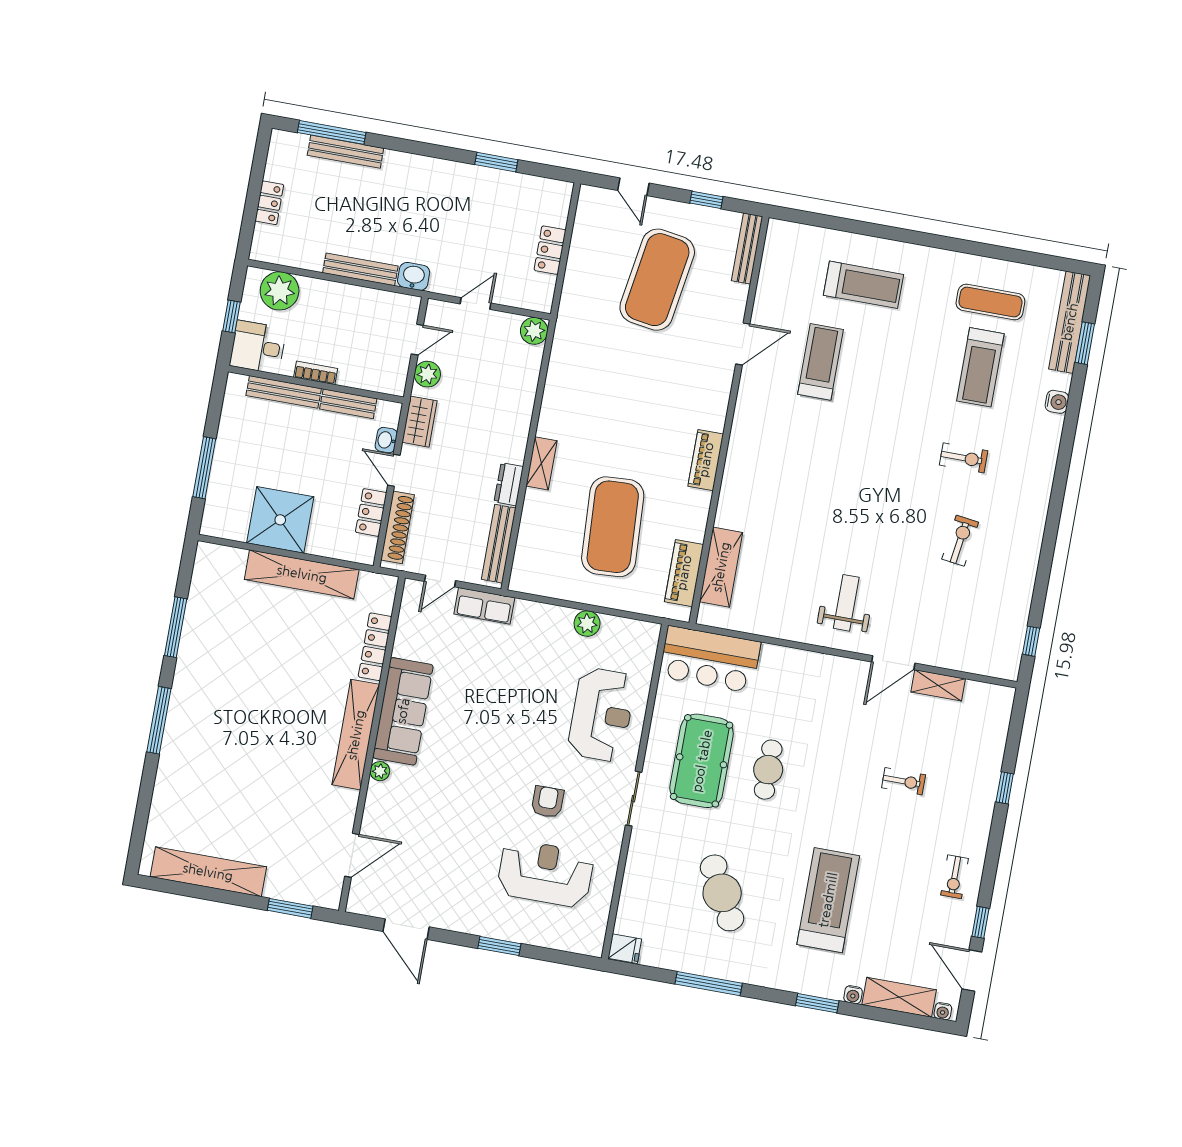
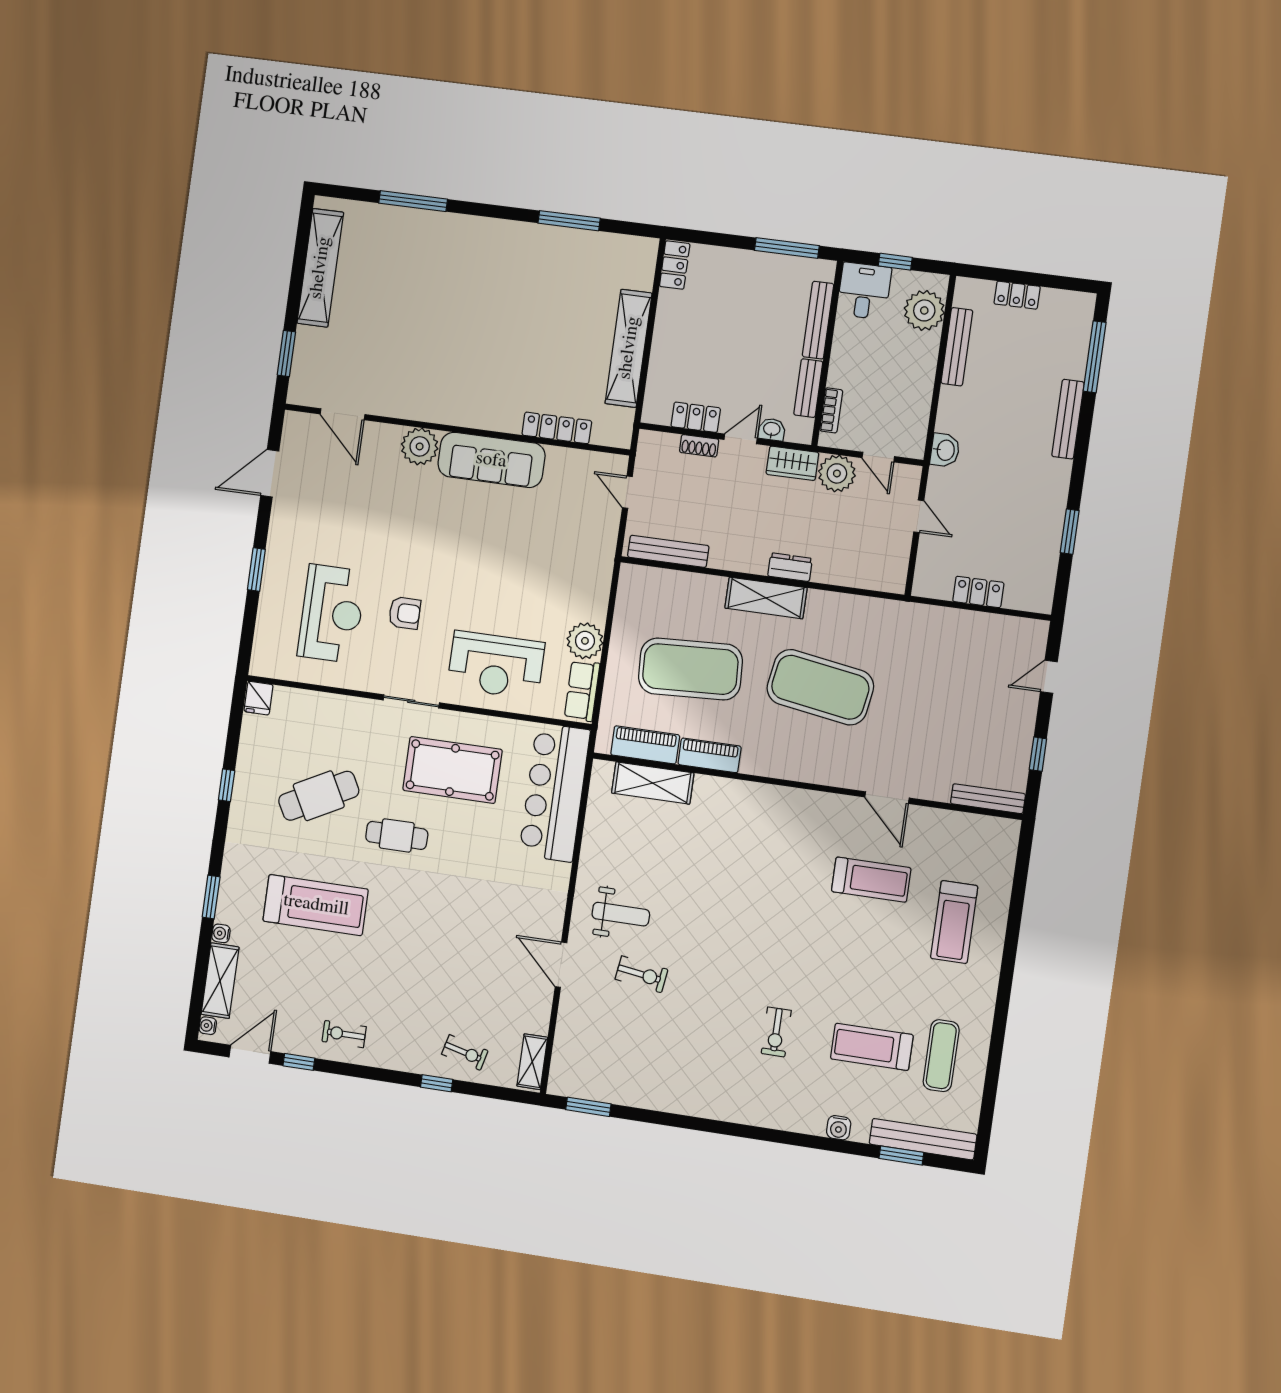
bench: (345, 152) -> (1068, 419), moved
bench: (360, 269) -> (957, 347), moved
exercise mat: (657, 280) -> (820, 687), moved
plant: (534, 331) -> (892, 579), removed
bookcase: (316, 373) -> (831, 410), moved
plant: (427, 374) -> (837, 473), width x1.36, depth x1.36
piano: (706, 460) -> (710, 755), moved
shelving: (541, 463) -> (766, 598), width x1.50, depth x1.33
window: (204, 468) -> (787, 248), moved
dresser: (509, 484) -> (790, 567), moved
shower: (280, 520) -> (684, 323), removed
locker: (224, 527) -> (675, 265), added
shoe rack: (398, 527) -> (699, 446), width x0.51, depth x0.81
exercise bike: (960, 541) -> (641, 974), moved
row of seats: (484, 606) -> (582, 691), moved
plant: (587, 624) -> (585, 641), width x1.36, depth x1.36
window: (1031, 641) -> (588, 1107), width x1.50
bar counter: (710, 659) -> (555, 792), width x1.36
shelving: (938, 685) -> (532, 1062), moved
window: (159, 720) -> (413, 201), moved
shelving: (356, 735) -> (466, 412), removed
cafe table: (768, 770) -> (397, 835), moved
plant: (380, 771) -> (420, 446), width x1.88, depth x1.88
exercise bike: (904, 781) -> (465, 1052), moved, turned -76
window: (709, 984) -> (227, 785), width x0.46

